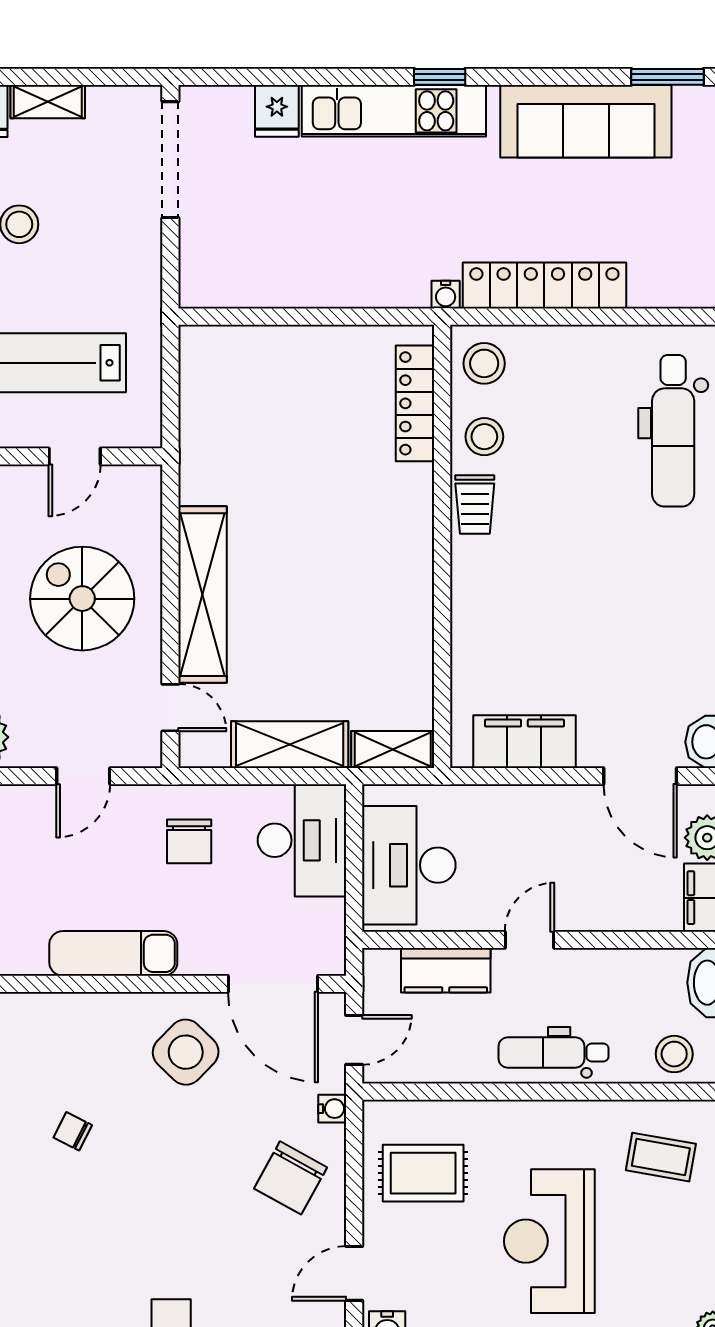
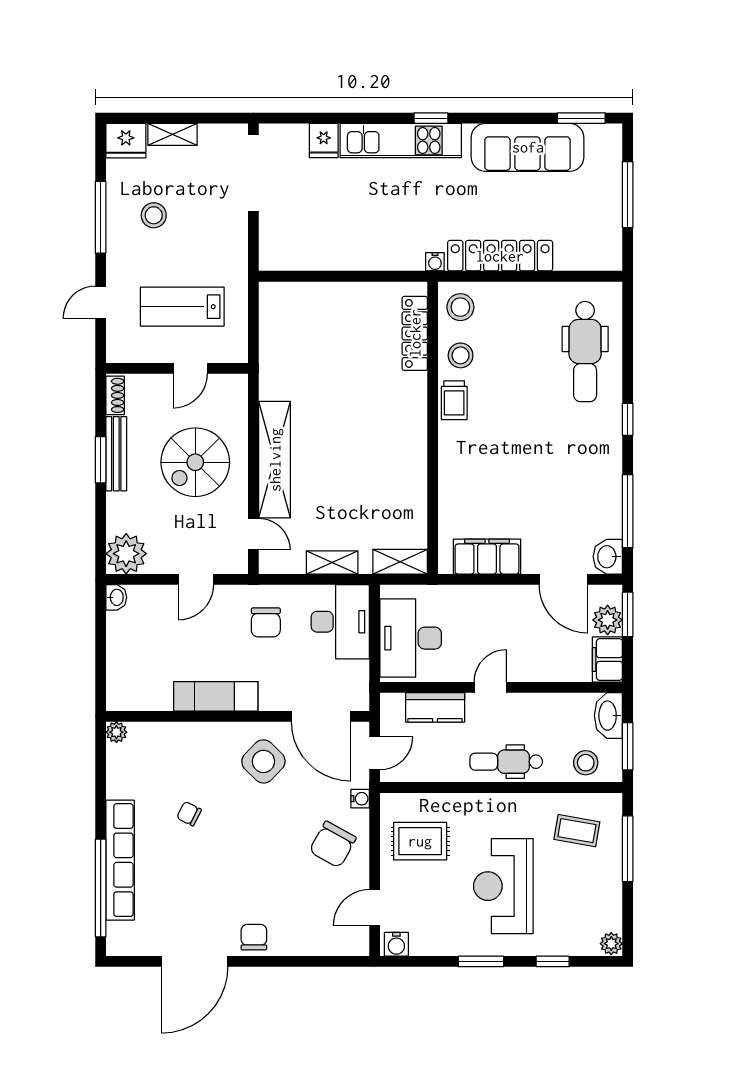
spiral stairs: (82, 599) -> (195, 462), turned -90
shelving: (290, 745) -> (332, 562), width x0.67, depth x0.75

